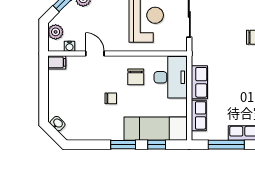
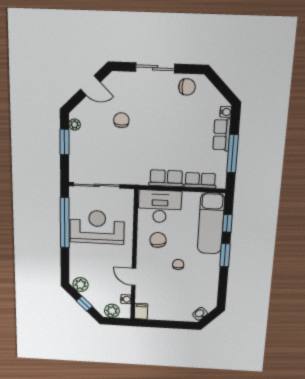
door: (95, 54) -> (134, 277), hinge flipped
chair: (136, 77) -> (158, 240), turned -99

